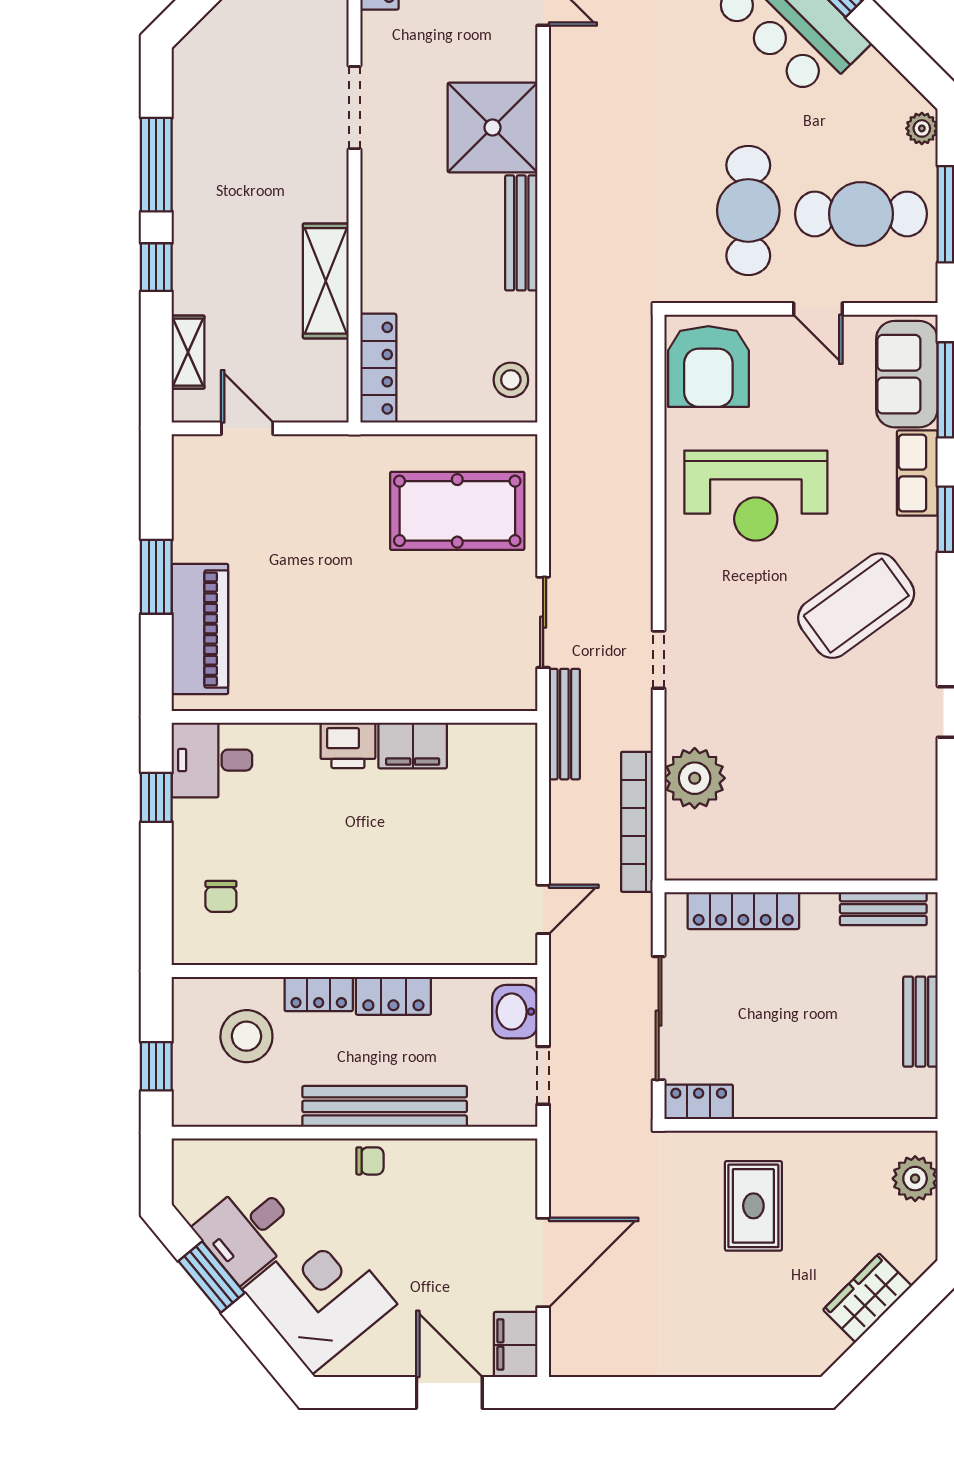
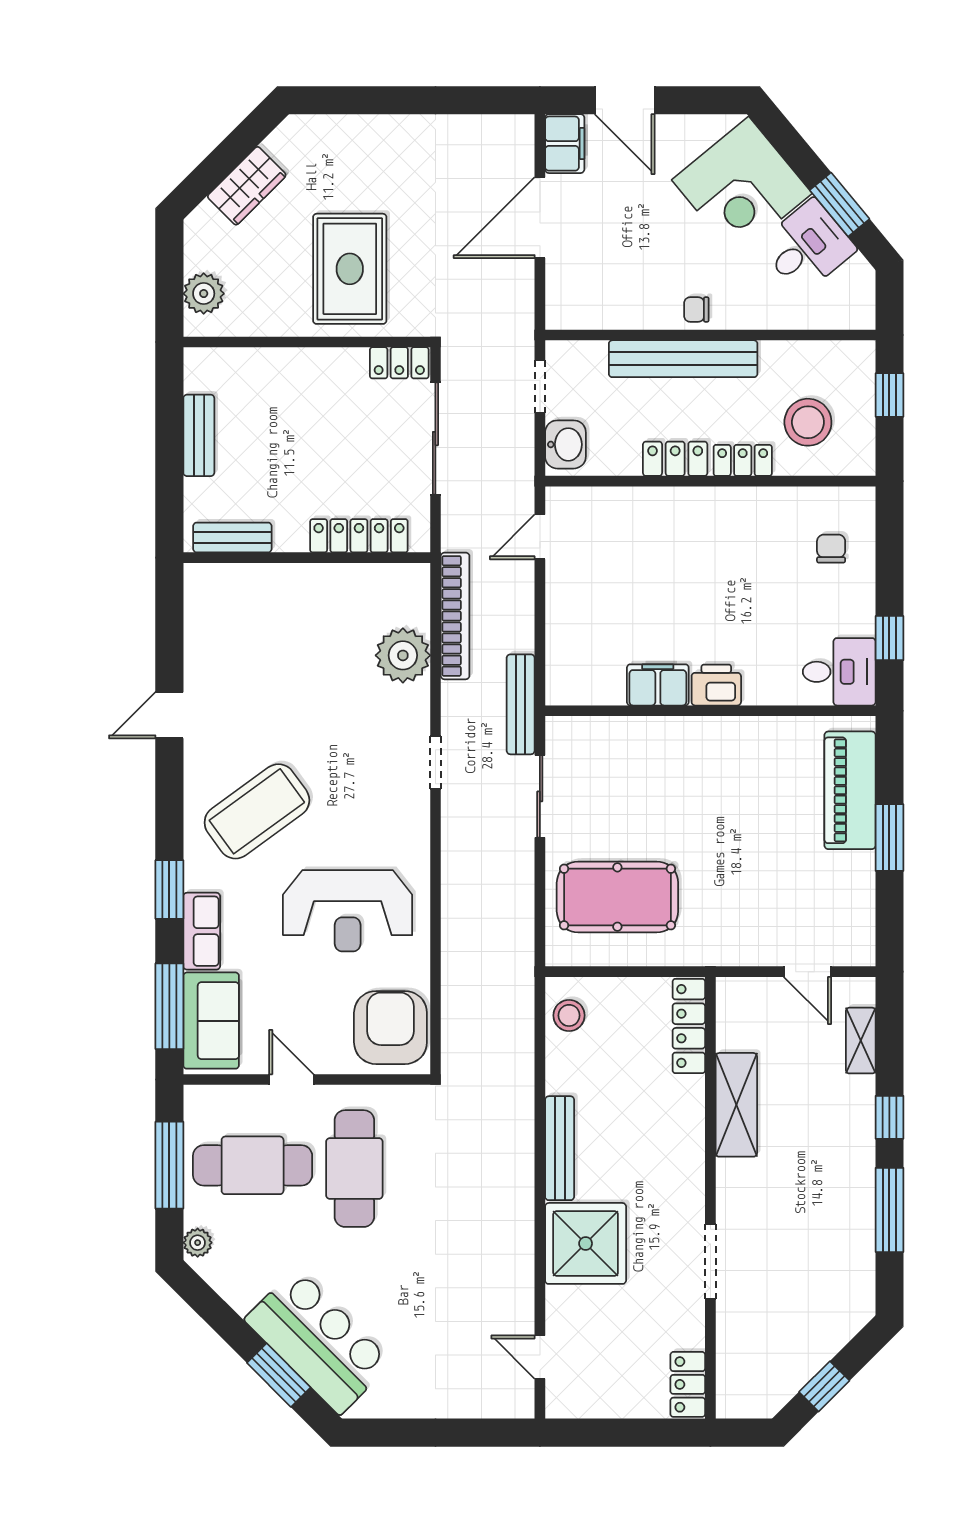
reception desk: (756, 496) -> (348, 911), turned 180
rug: (753, 1206) -> (350, 269), width x1.36, depth x1.43

